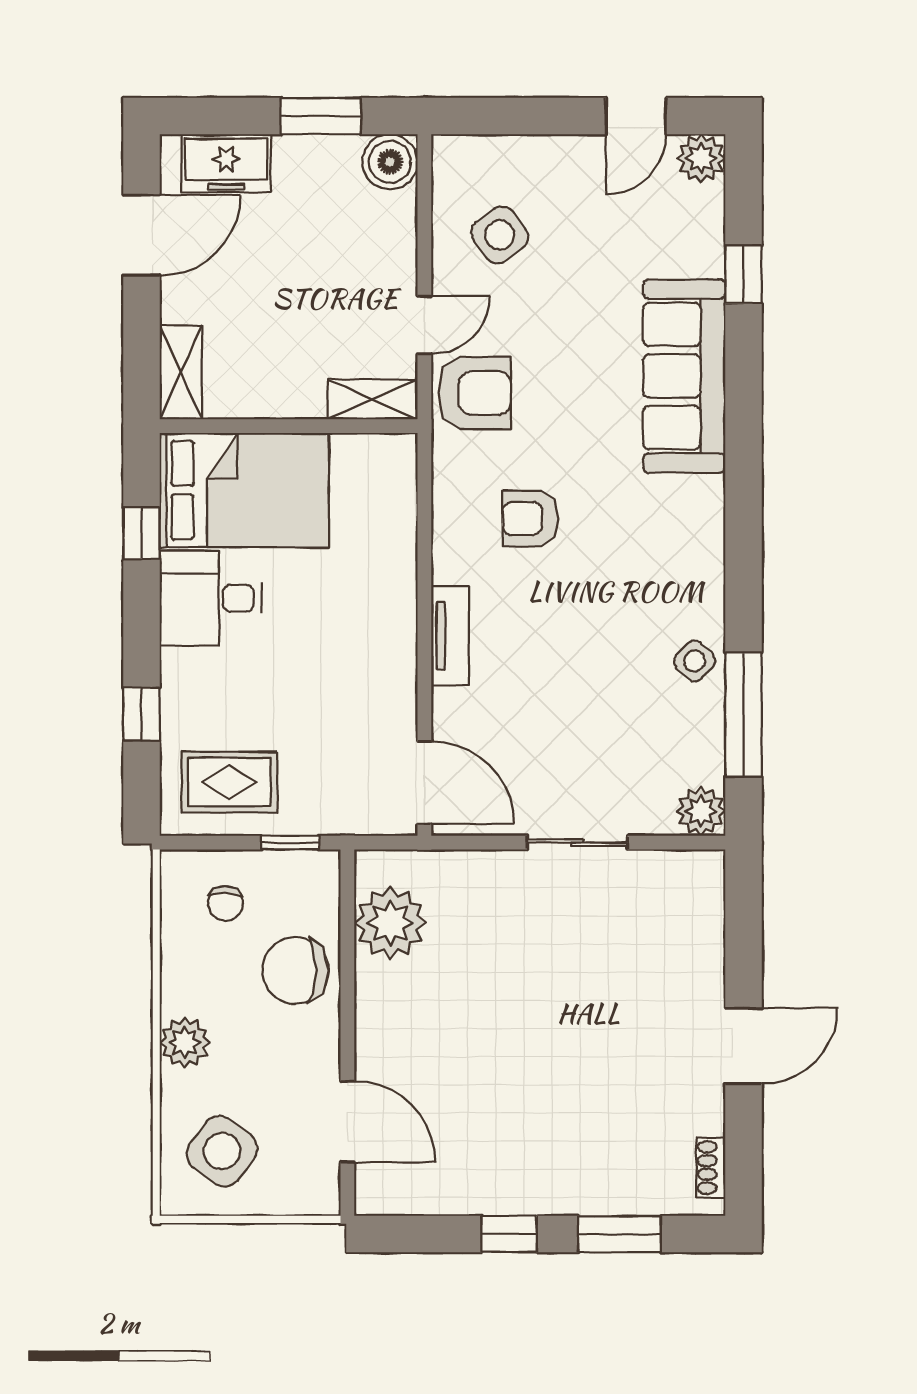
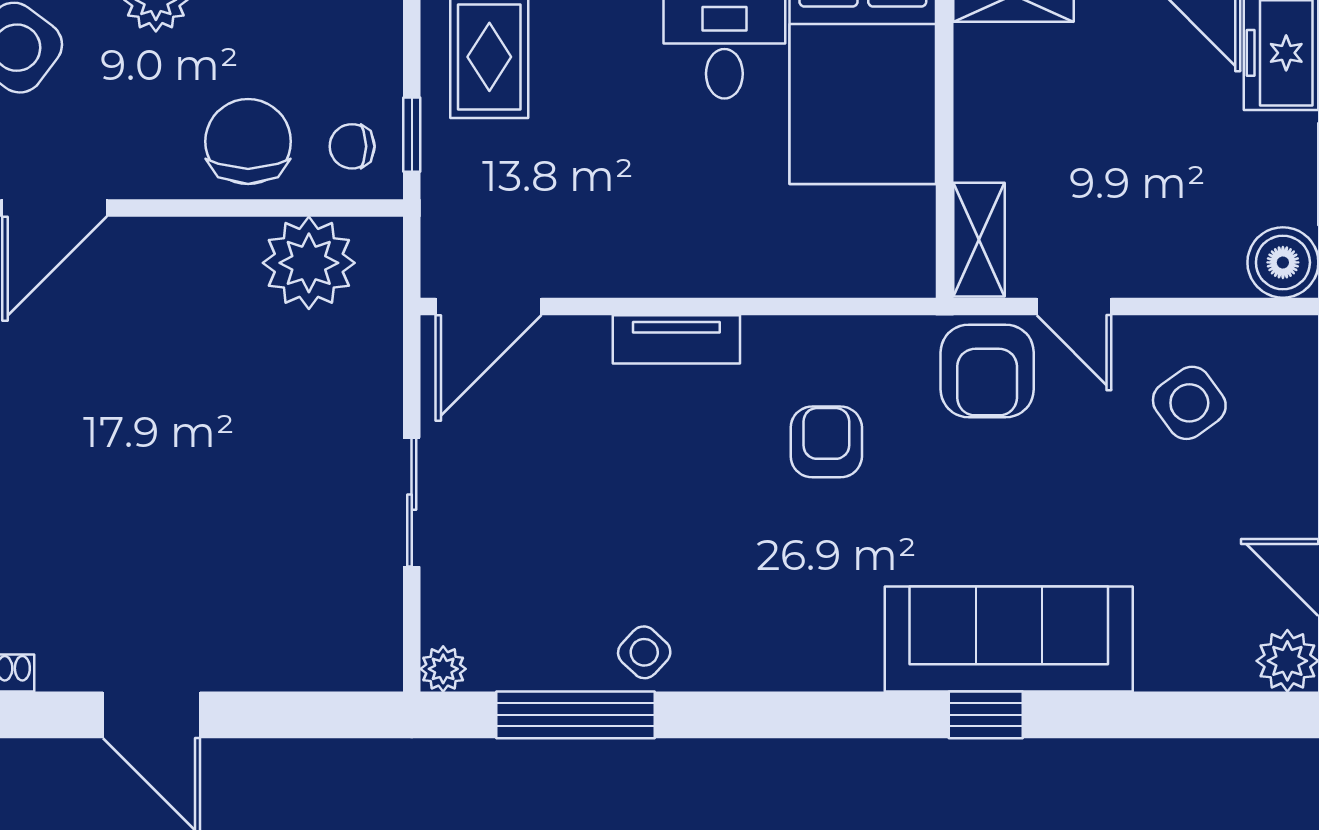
window: (743, 274) -> (986, 715), moved
plant: (701, 811) -> (443, 669), width x0.73, depth x0.73
chair: (225, 903) -> (352, 146), moved

